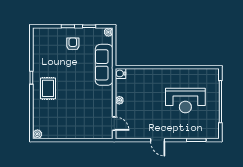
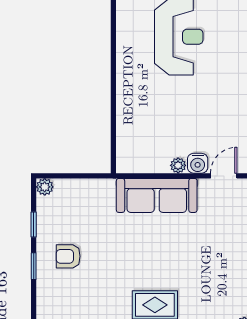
sofa: (104, 65) -> (157, 195), moved
water cooler: (121, 73) -> (198, 163), moved

